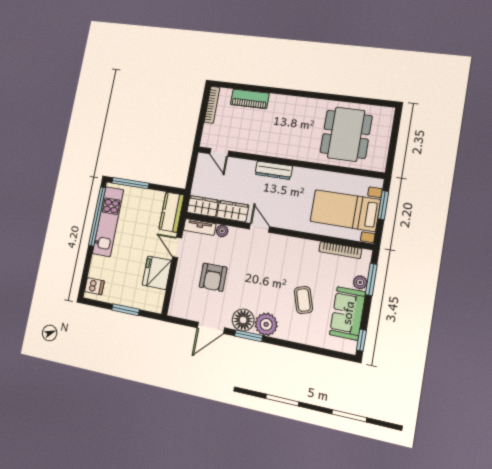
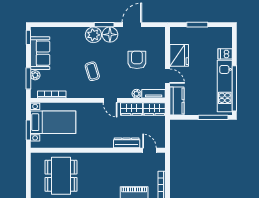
dresser: (274, 170) -> (127, 143), moved
dishwasher: (94, 286) -> (225, 54), moved
coffee table: (303, 300) -> (92, 71), moved

